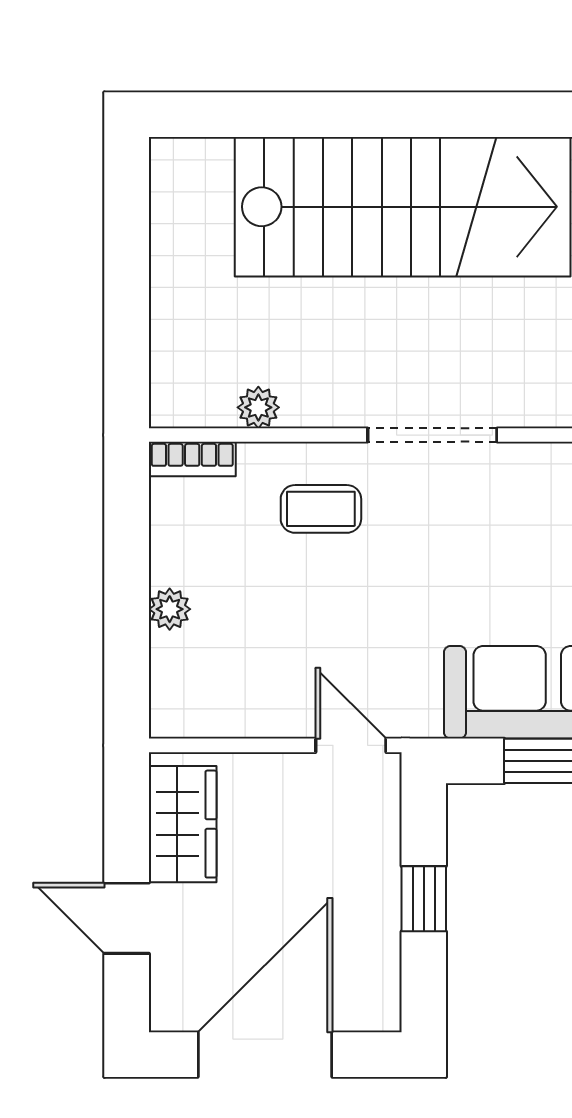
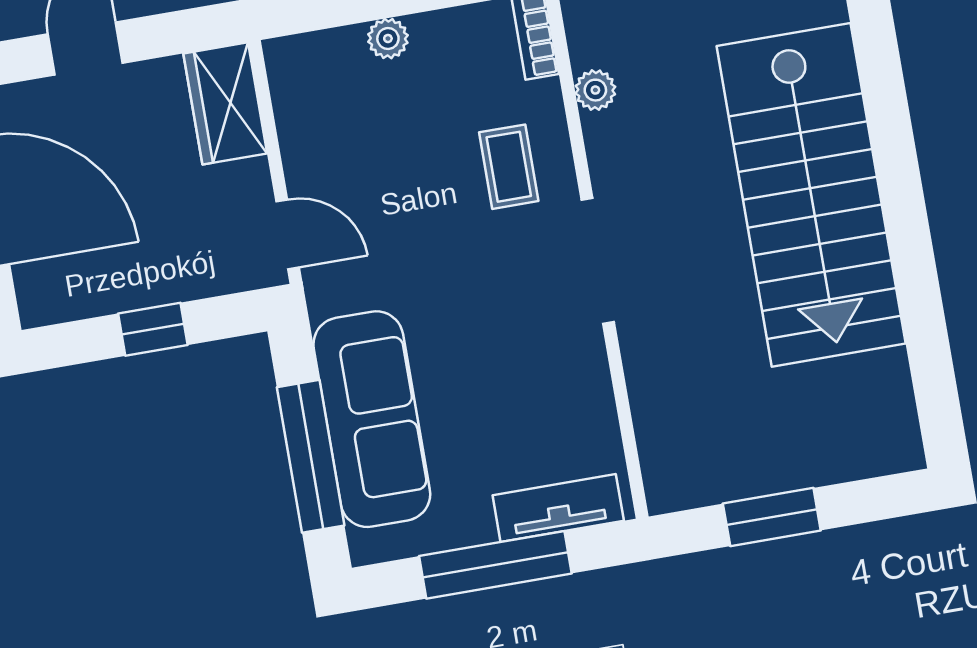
door: (351, 745) -> (288, 234), hinge flipped
wardrobe: (183, 824) -> (225, 103), moved, turned 90

